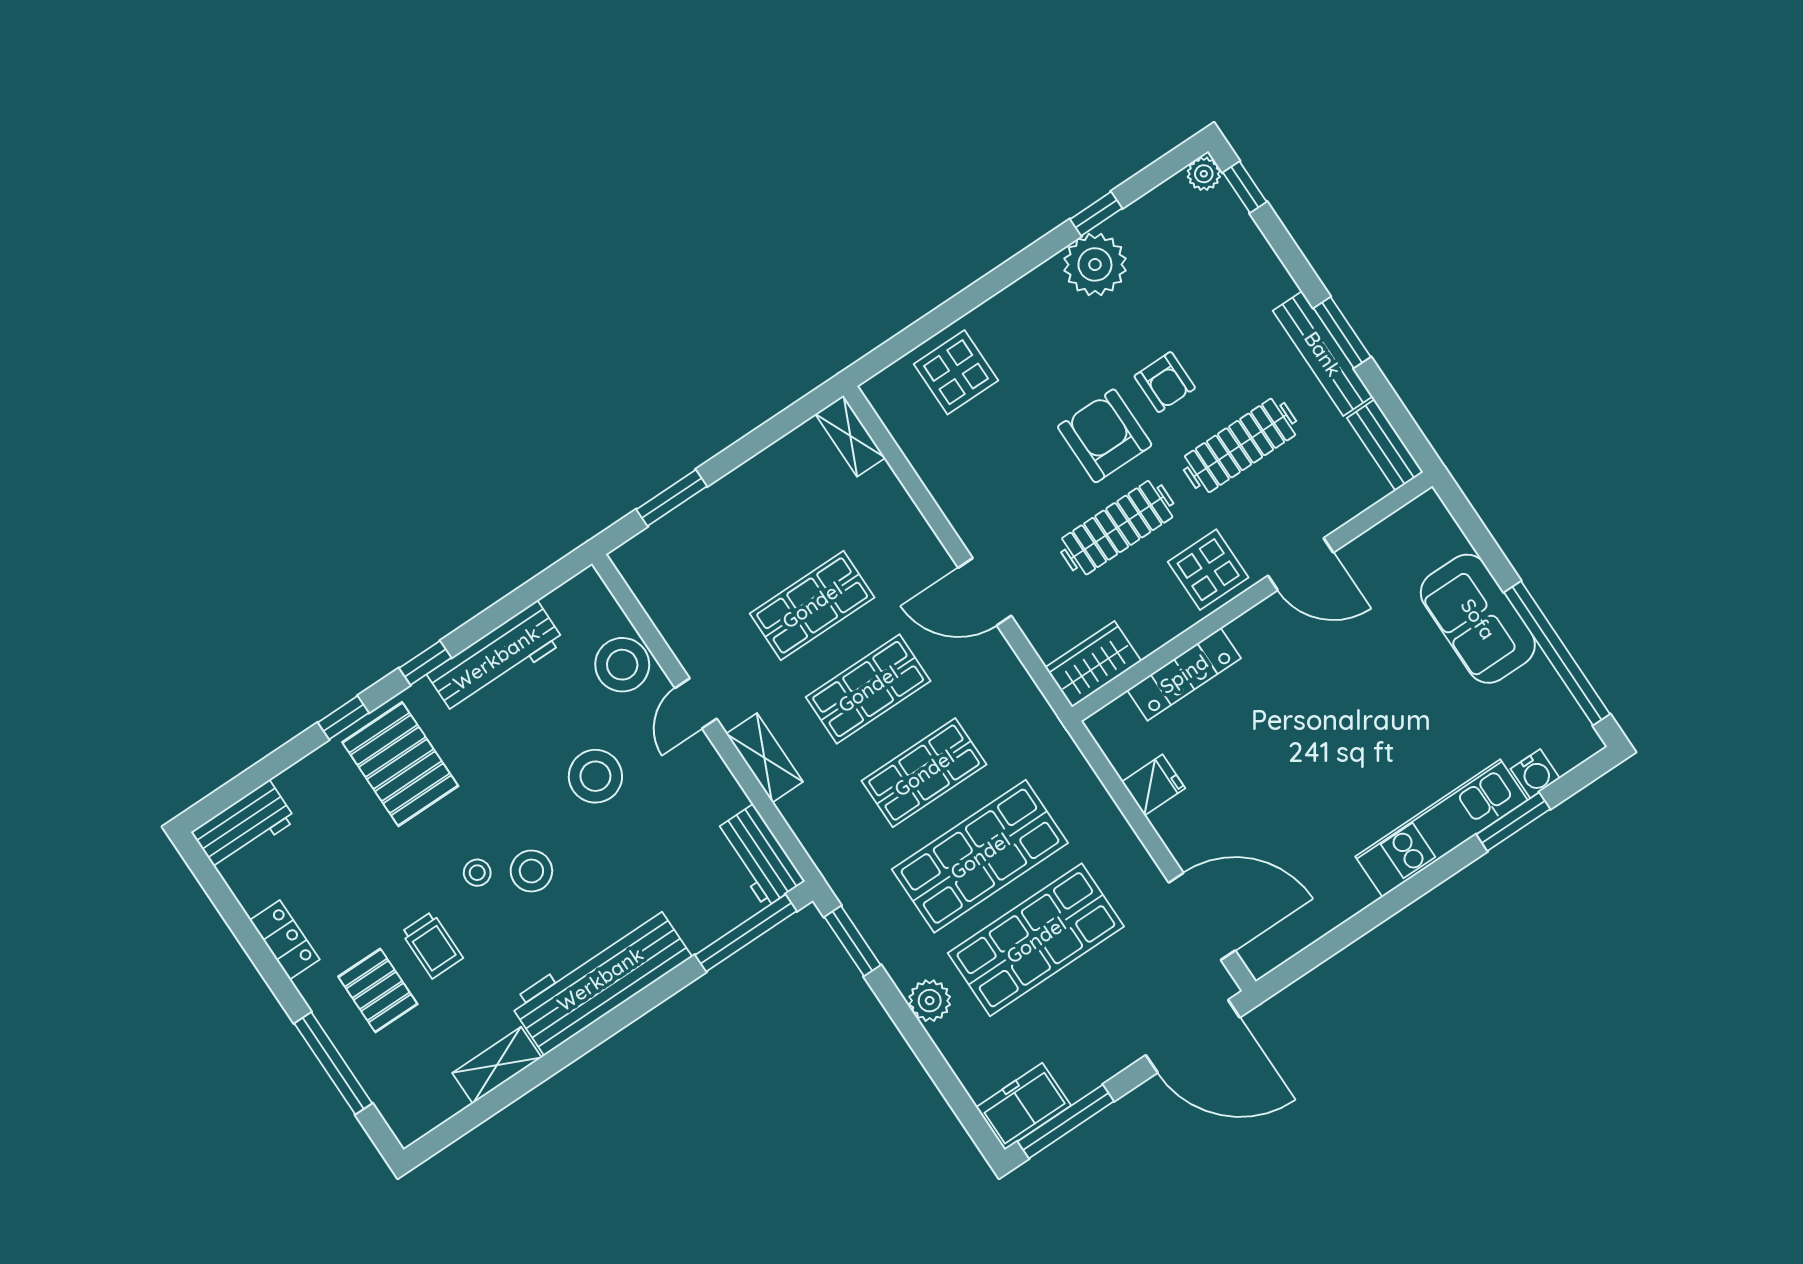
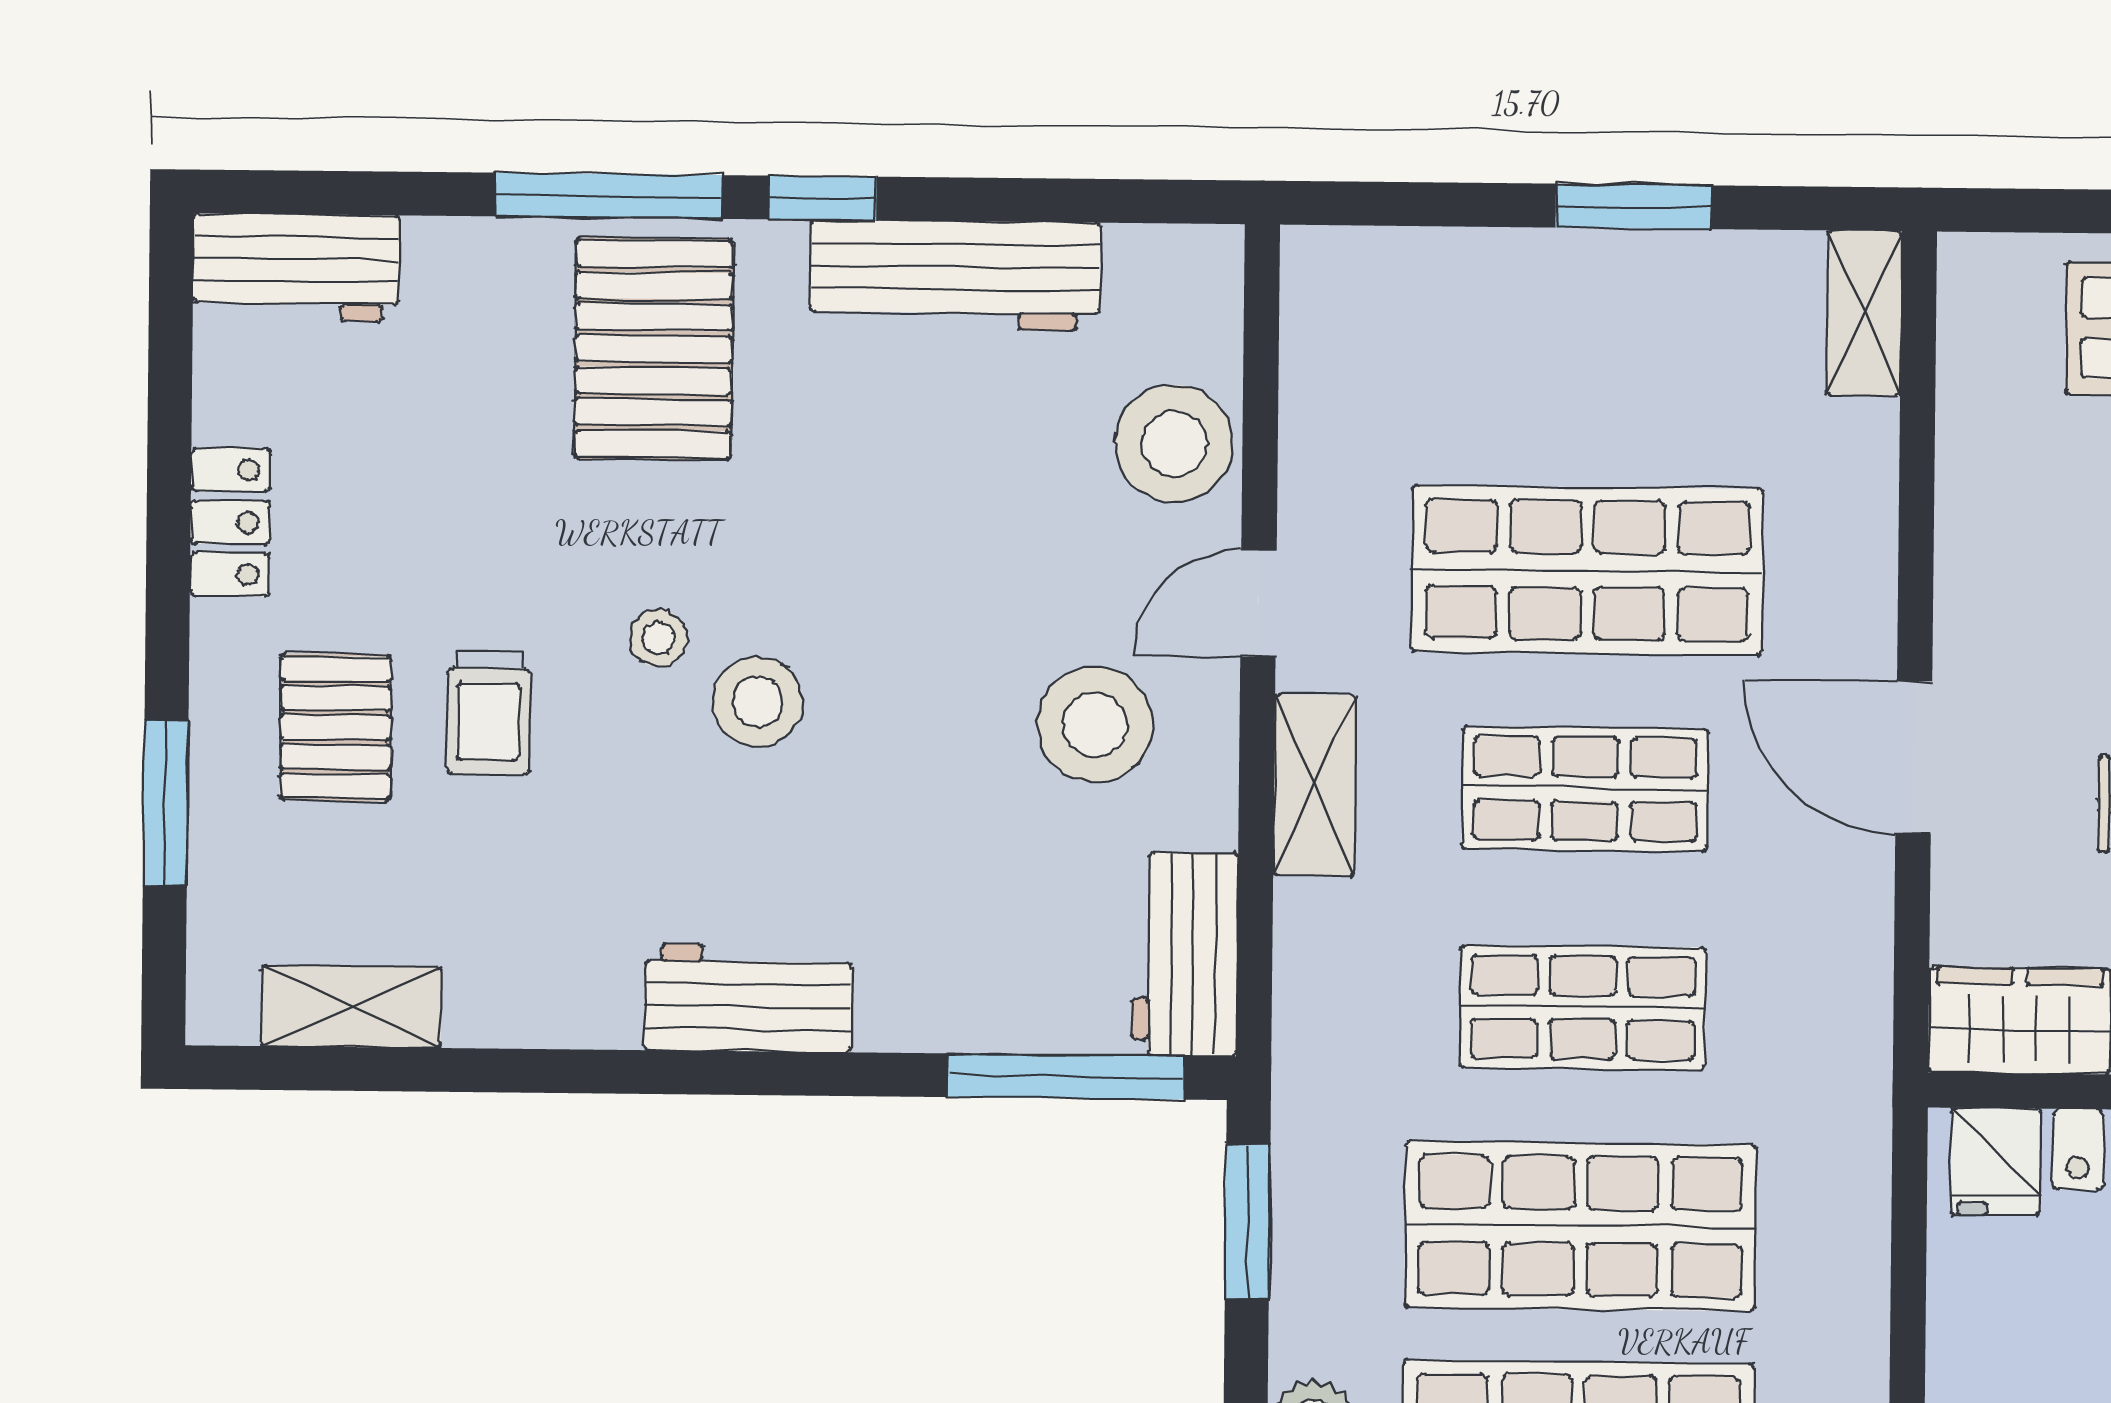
window: (672, 498) -> (1633, 206), moved
shop shelf: (812, 605) -> (1587, 570), width x1.43, depth x1.36
window: (343, 718) -> (609, 196), width x2.17
stool: (595, 776) -> (1095, 725), moved
fridge: (1153, 785) -> (1996, 1162), moved, turned 90
workbench: (600, 979) -> (748, 998), width x0.53, depth x0.76
window: (333, 1063) -> (166, 803), width x0.69
shelving: (497, 1065) -> (351, 1007), moved

